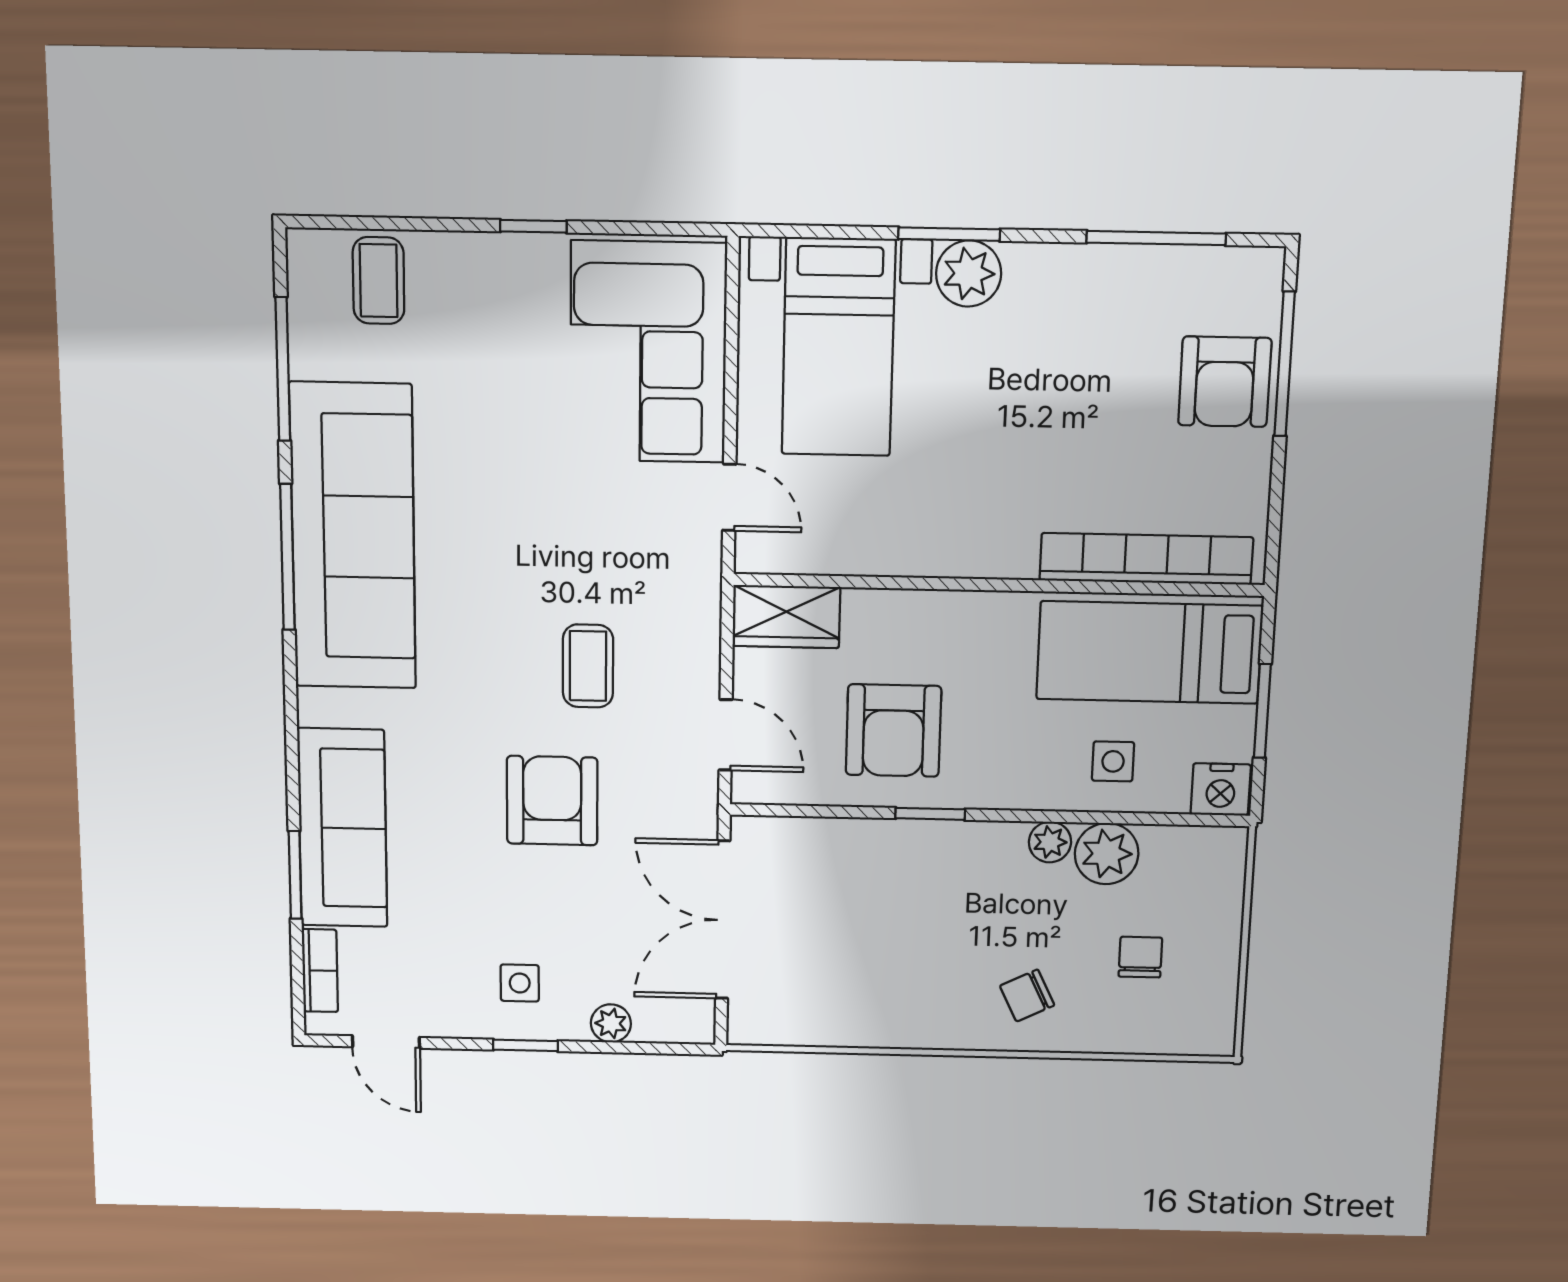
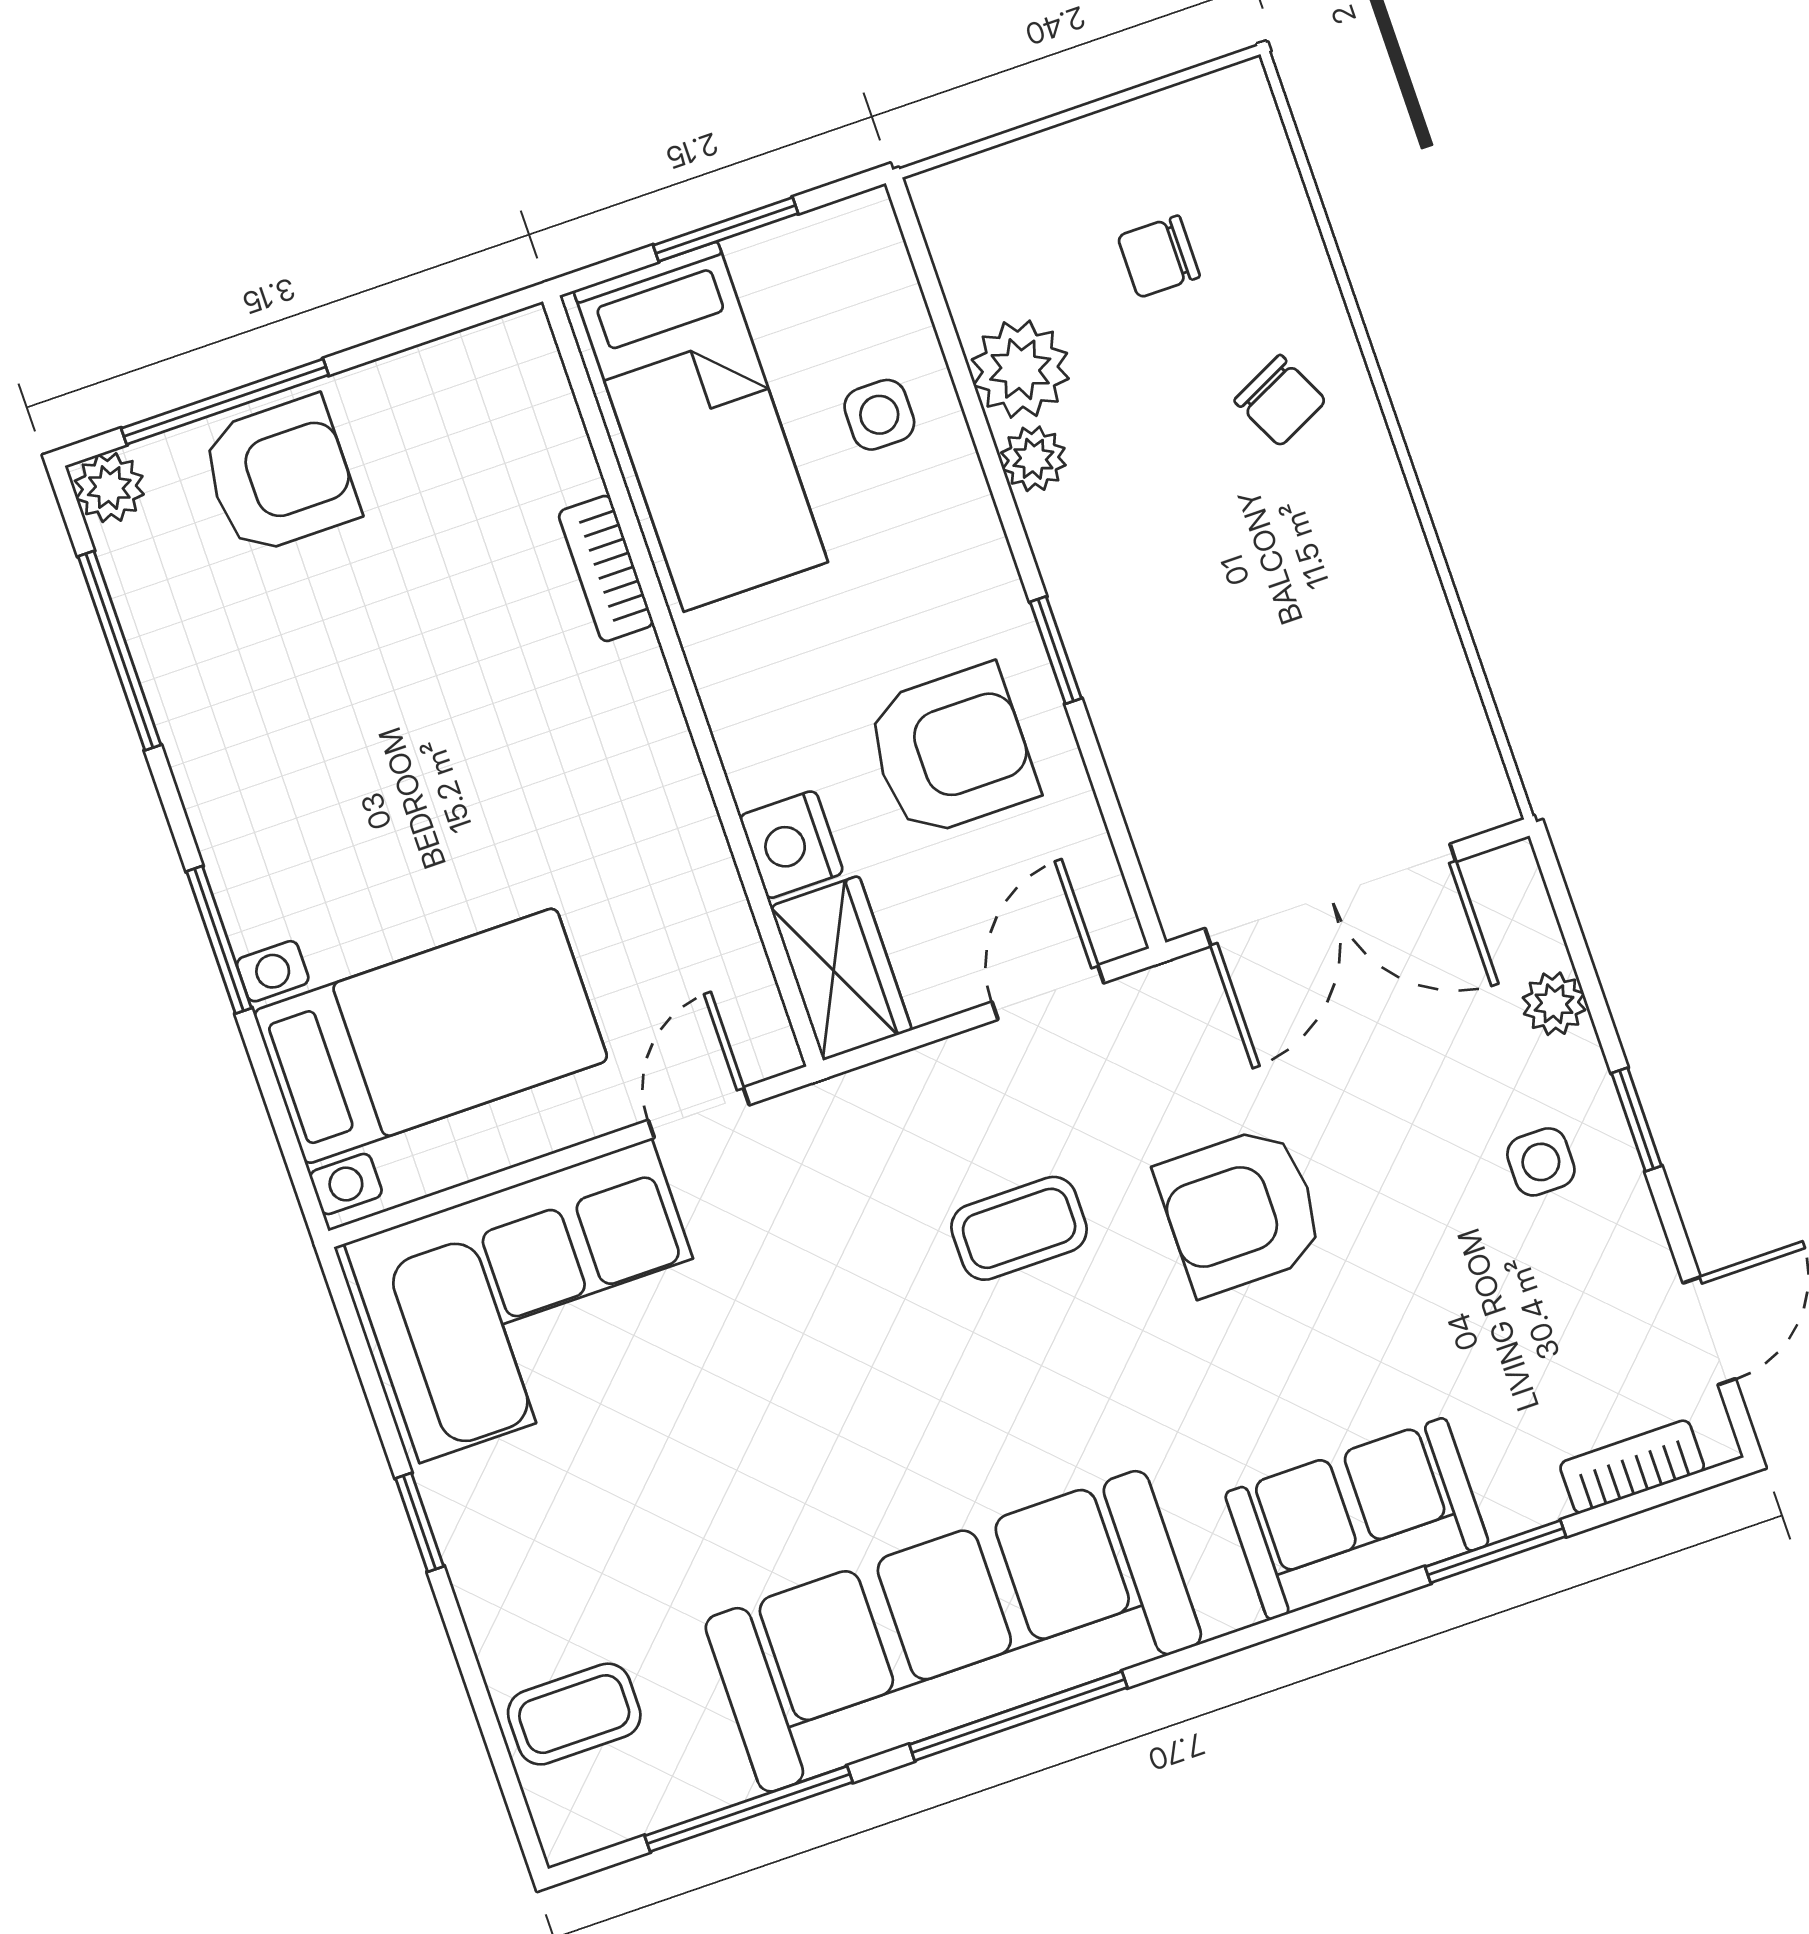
plant: (969, 274) -> (109, 488), moved, width x0.73, depth x0.73
bookcase: (1146, 559) -> (606, 568), width x0.43, depth x0.76
nightstand: (1221, 789) -> (791, 845), moved, turned 180
sofa: (342, 828) -> (1357, 1519), width x0.73

